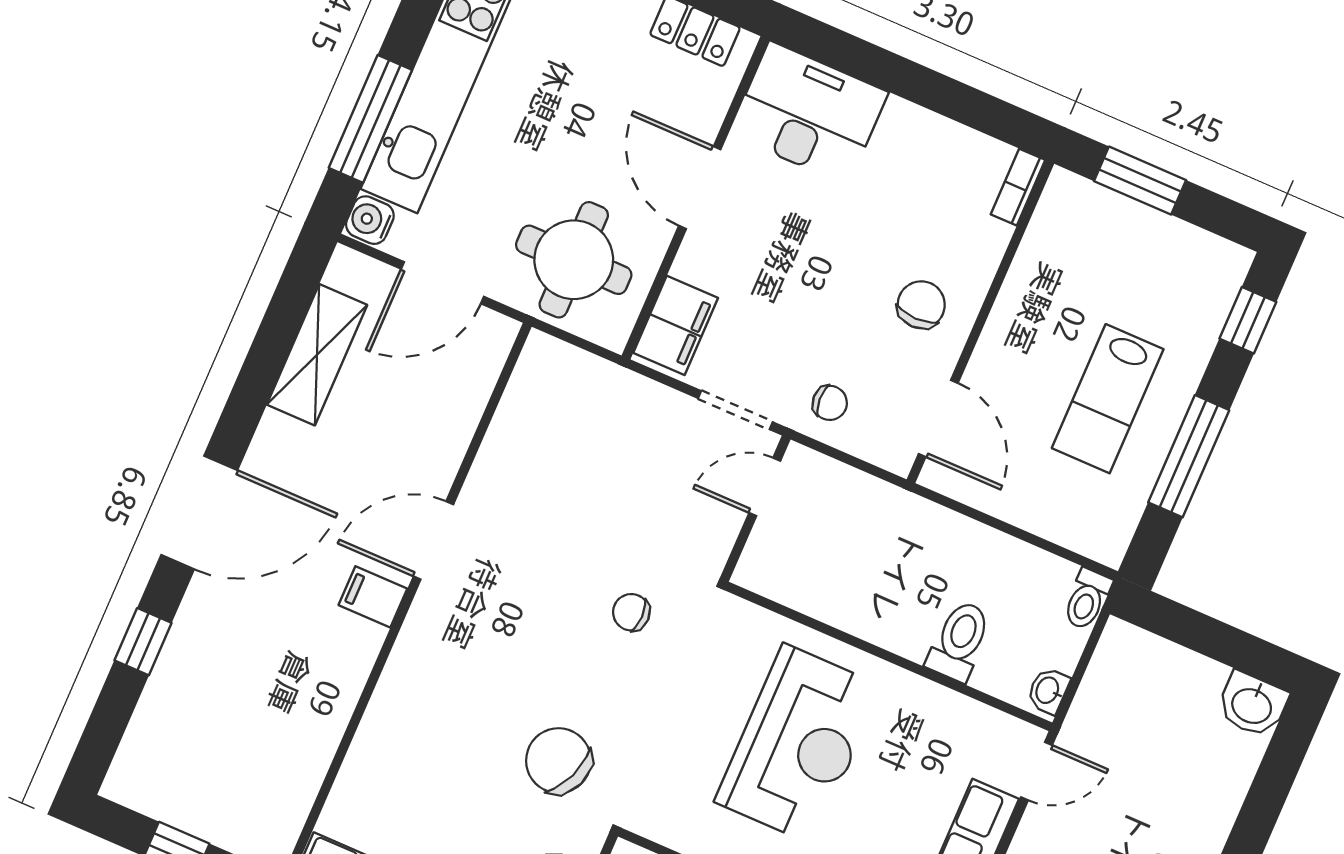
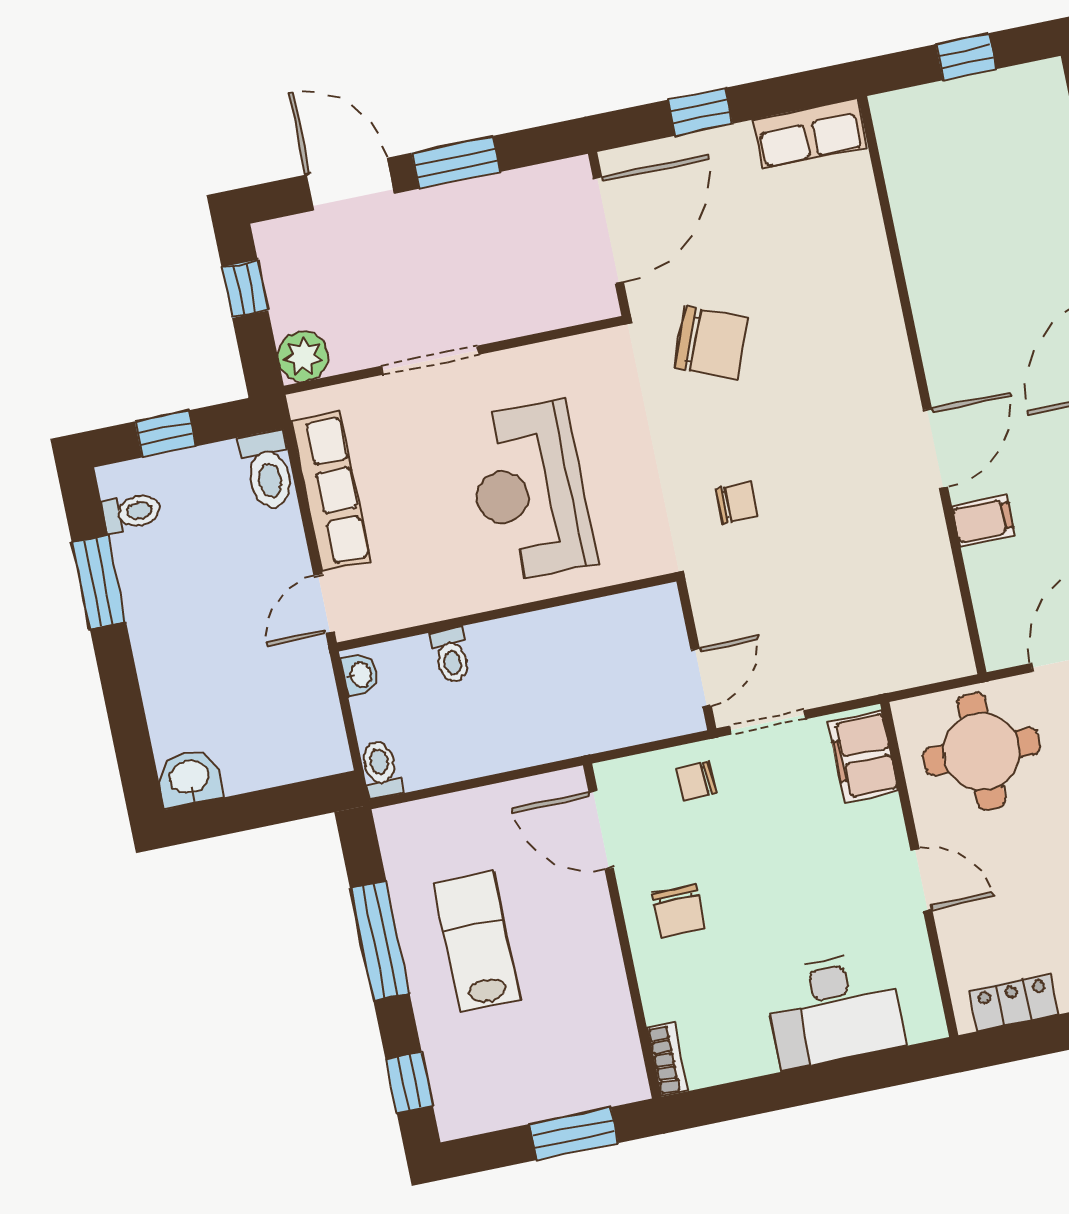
desk: (809, 113) -> (834, 1010), moved
door: (700, 188) -> (921, 880), width x0.73
filing cabinet: (373, 597) -> (983, 520), moved
toilet: (959, 641) -> (451, 655), width x0.73, depth x0.72

